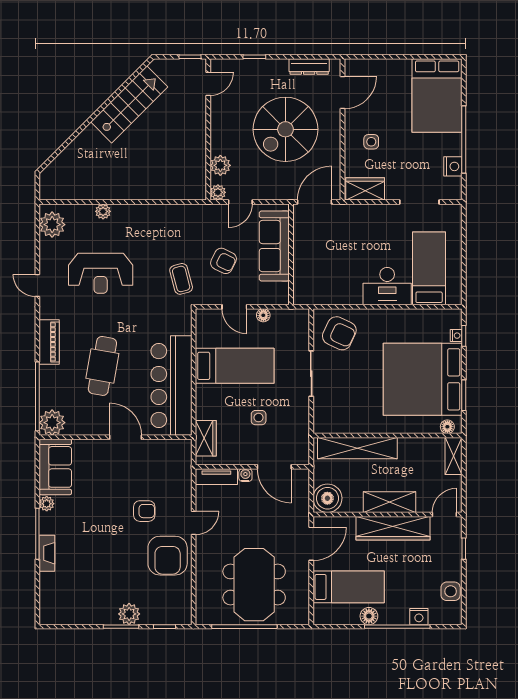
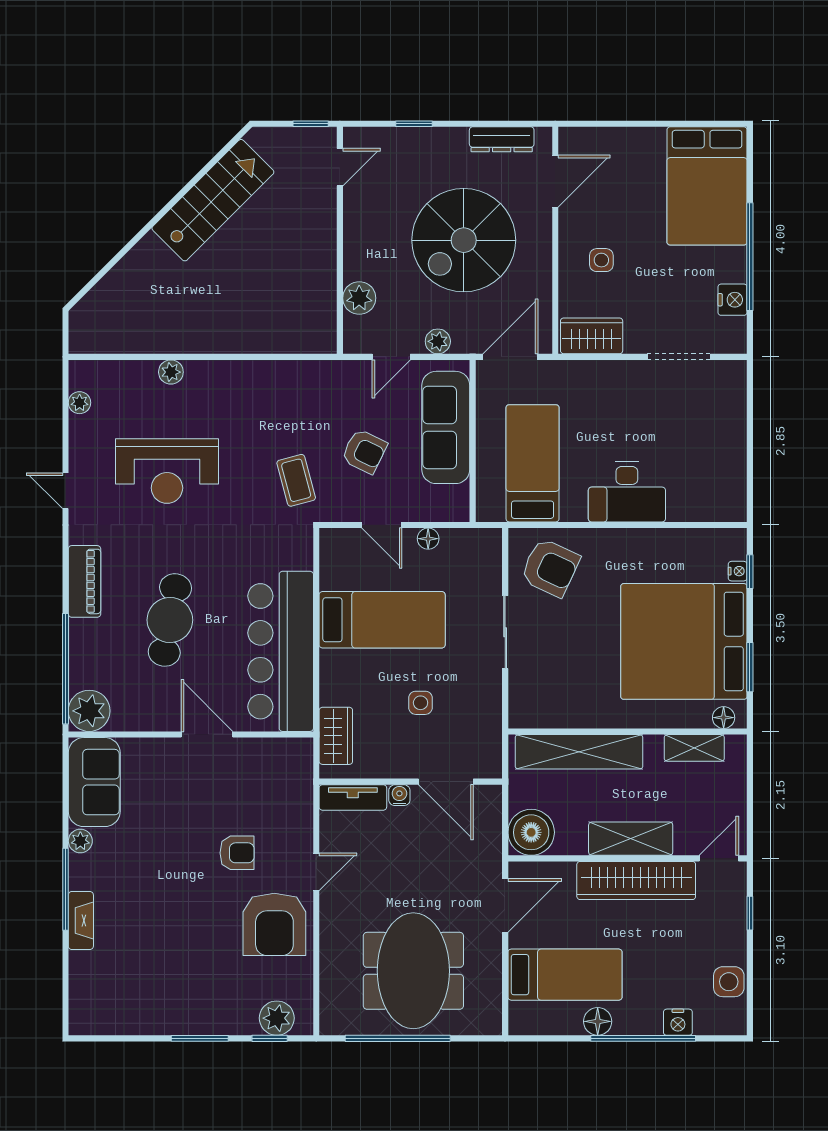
plant: (218, 192) -> (438, 341), moved
plant: (52, 225) -> (80, 403), width x0.53, depth x0.53
bed: (429, 268) -> (533, 463), moved
shelving: (454, 456) -> (694, 748), moved, turned 90
plant: (129, 614) -> (277, 1018), moved

